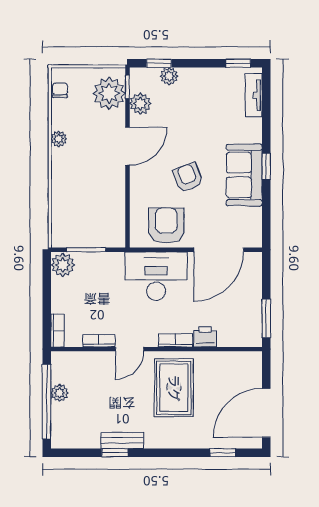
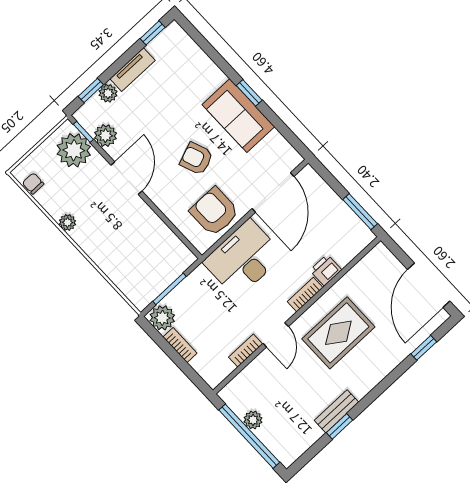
tv unit: (254, 95) -> (133, 70), moved, turned -90
bookcase: (57, 331) -> (180, 345), moved
rug: (174, 388) -> (338, 333), turned 90

